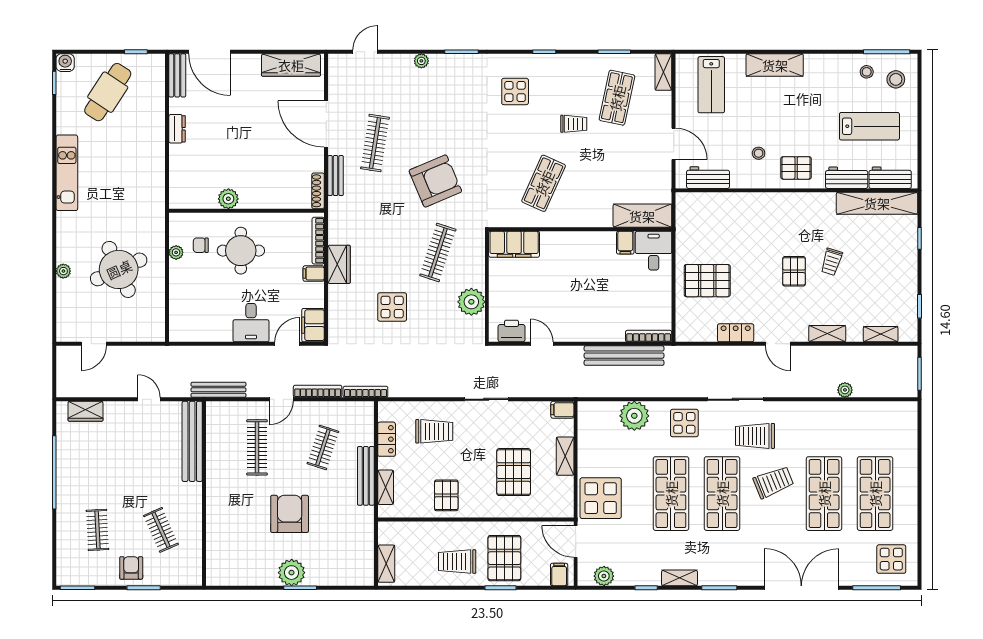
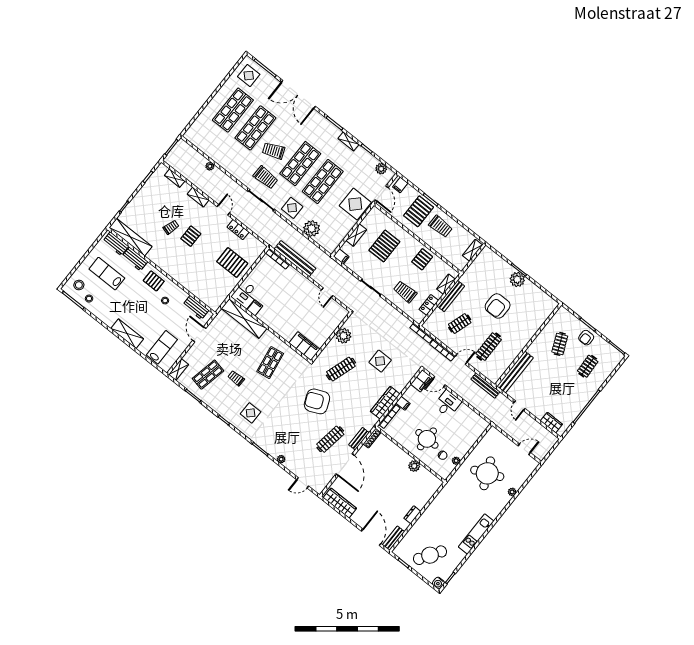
shop shelf: (544, 183) -> (270, 363), turned -33
shelving: (642, 216) -> (244, 318), width x1.47
wardrobe: (339, 264) -> (385, 403), width x1.50
printer: (512, 331) -> (336, 309), removed

